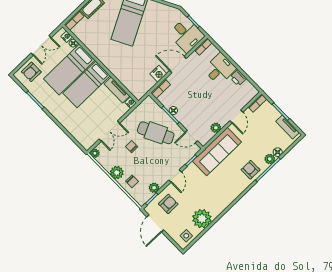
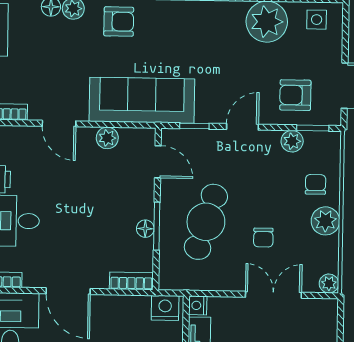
nightstand: (158, 74) -> (165, 308), moved
door: (236, 116) -> (59, 124), swing flipped
cafe table: (156, 133) -> (206, 222), turned 43
armchair: (251, 170) -> (119, 22), turned -90

